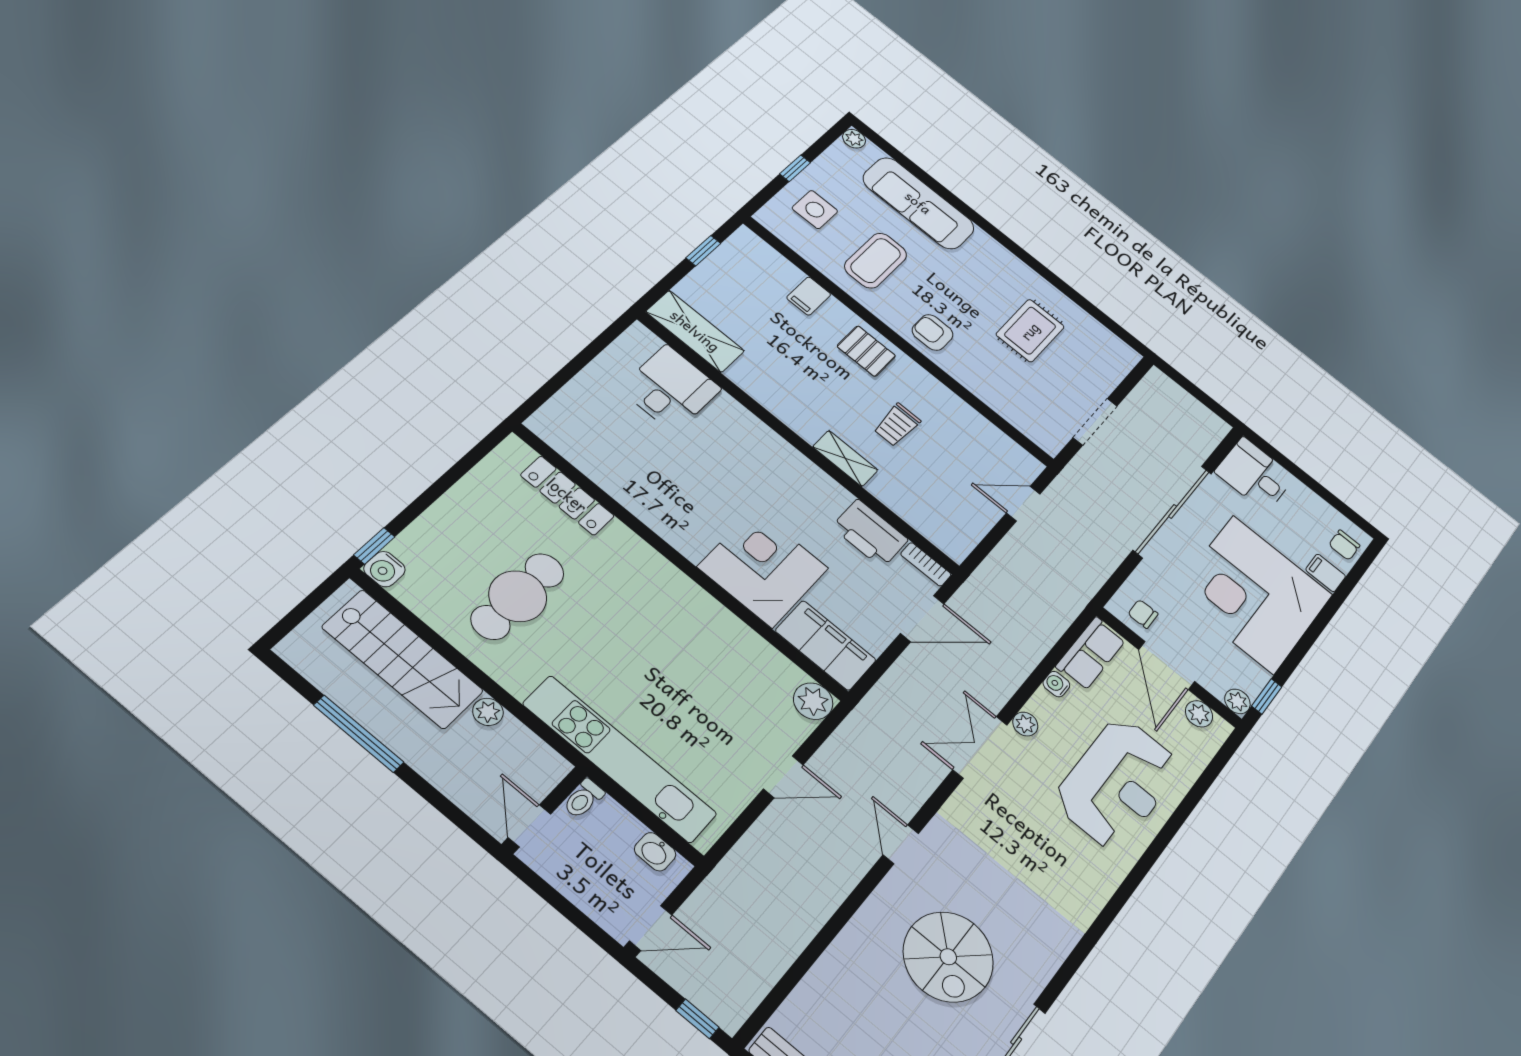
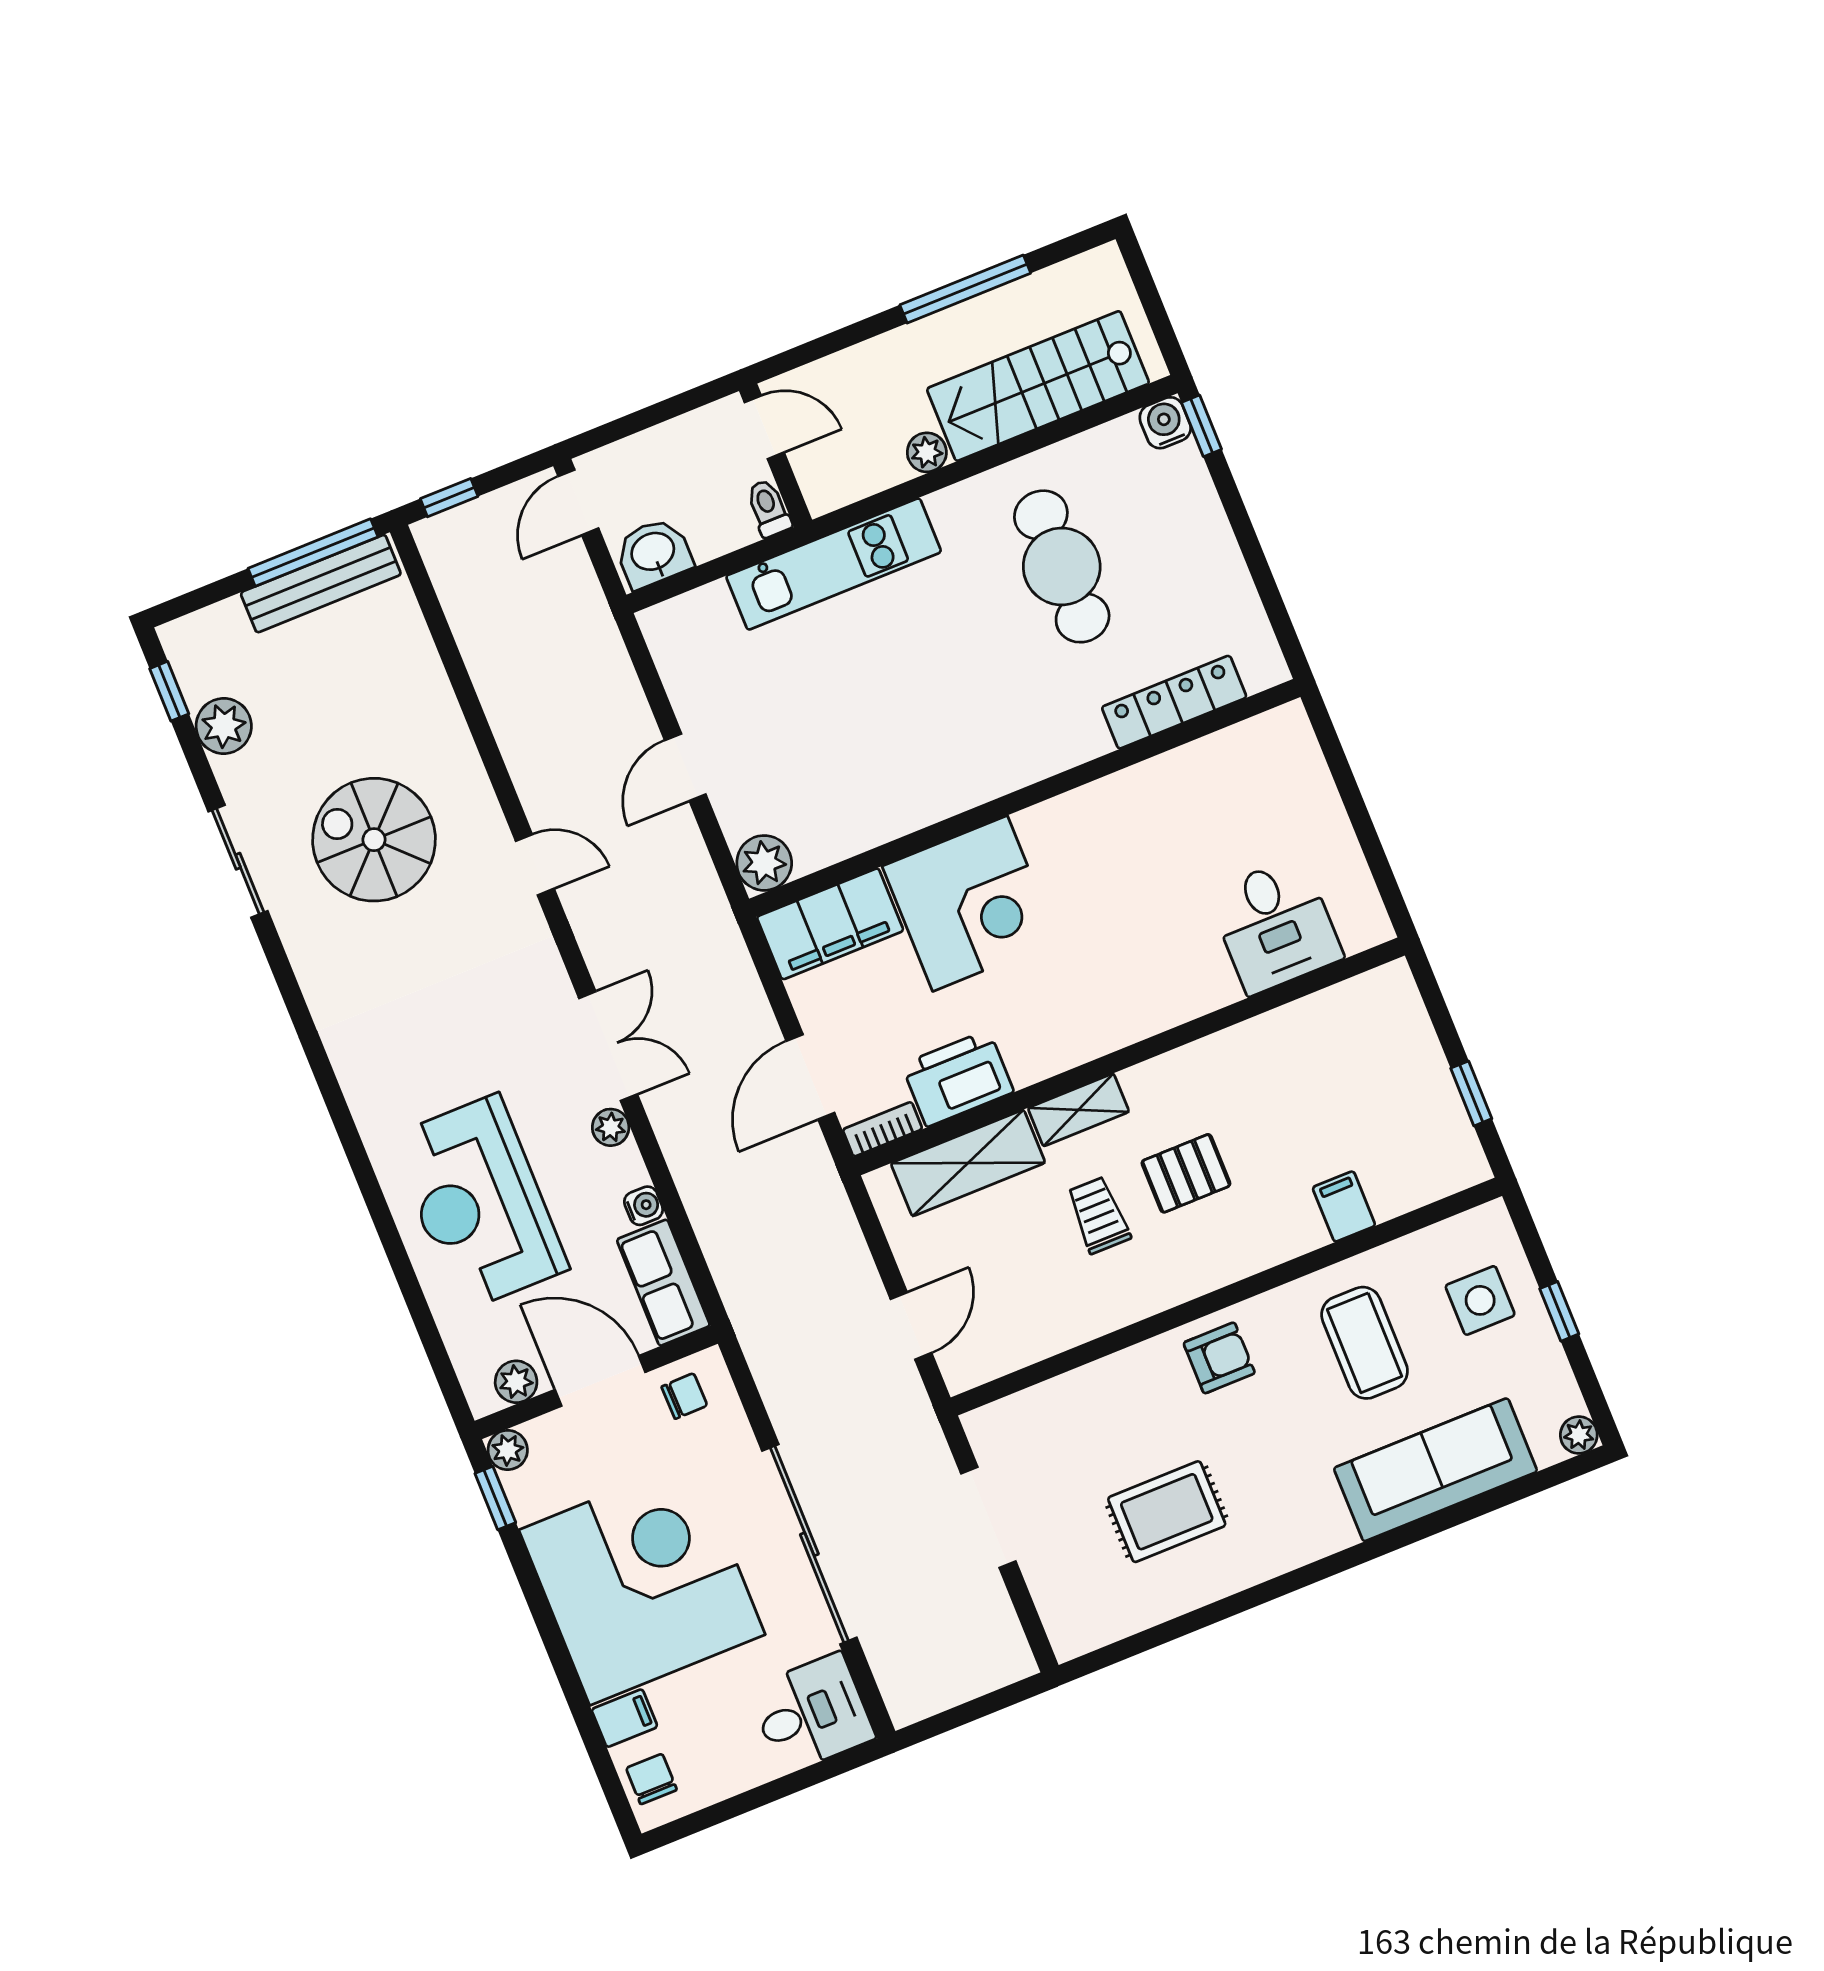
shelving: (695, 331) -> (968, 1163), moved
rug: (1030, 331) -> (1167, 1512), turned 90
pallet: (866, 351) -> (1186, 1173), moved
kitchen unit: (620, 759) -> (834, 564), width x0.73
washbasin: (655, 852) -> (653, 553), width x1.38, depth x1.45

